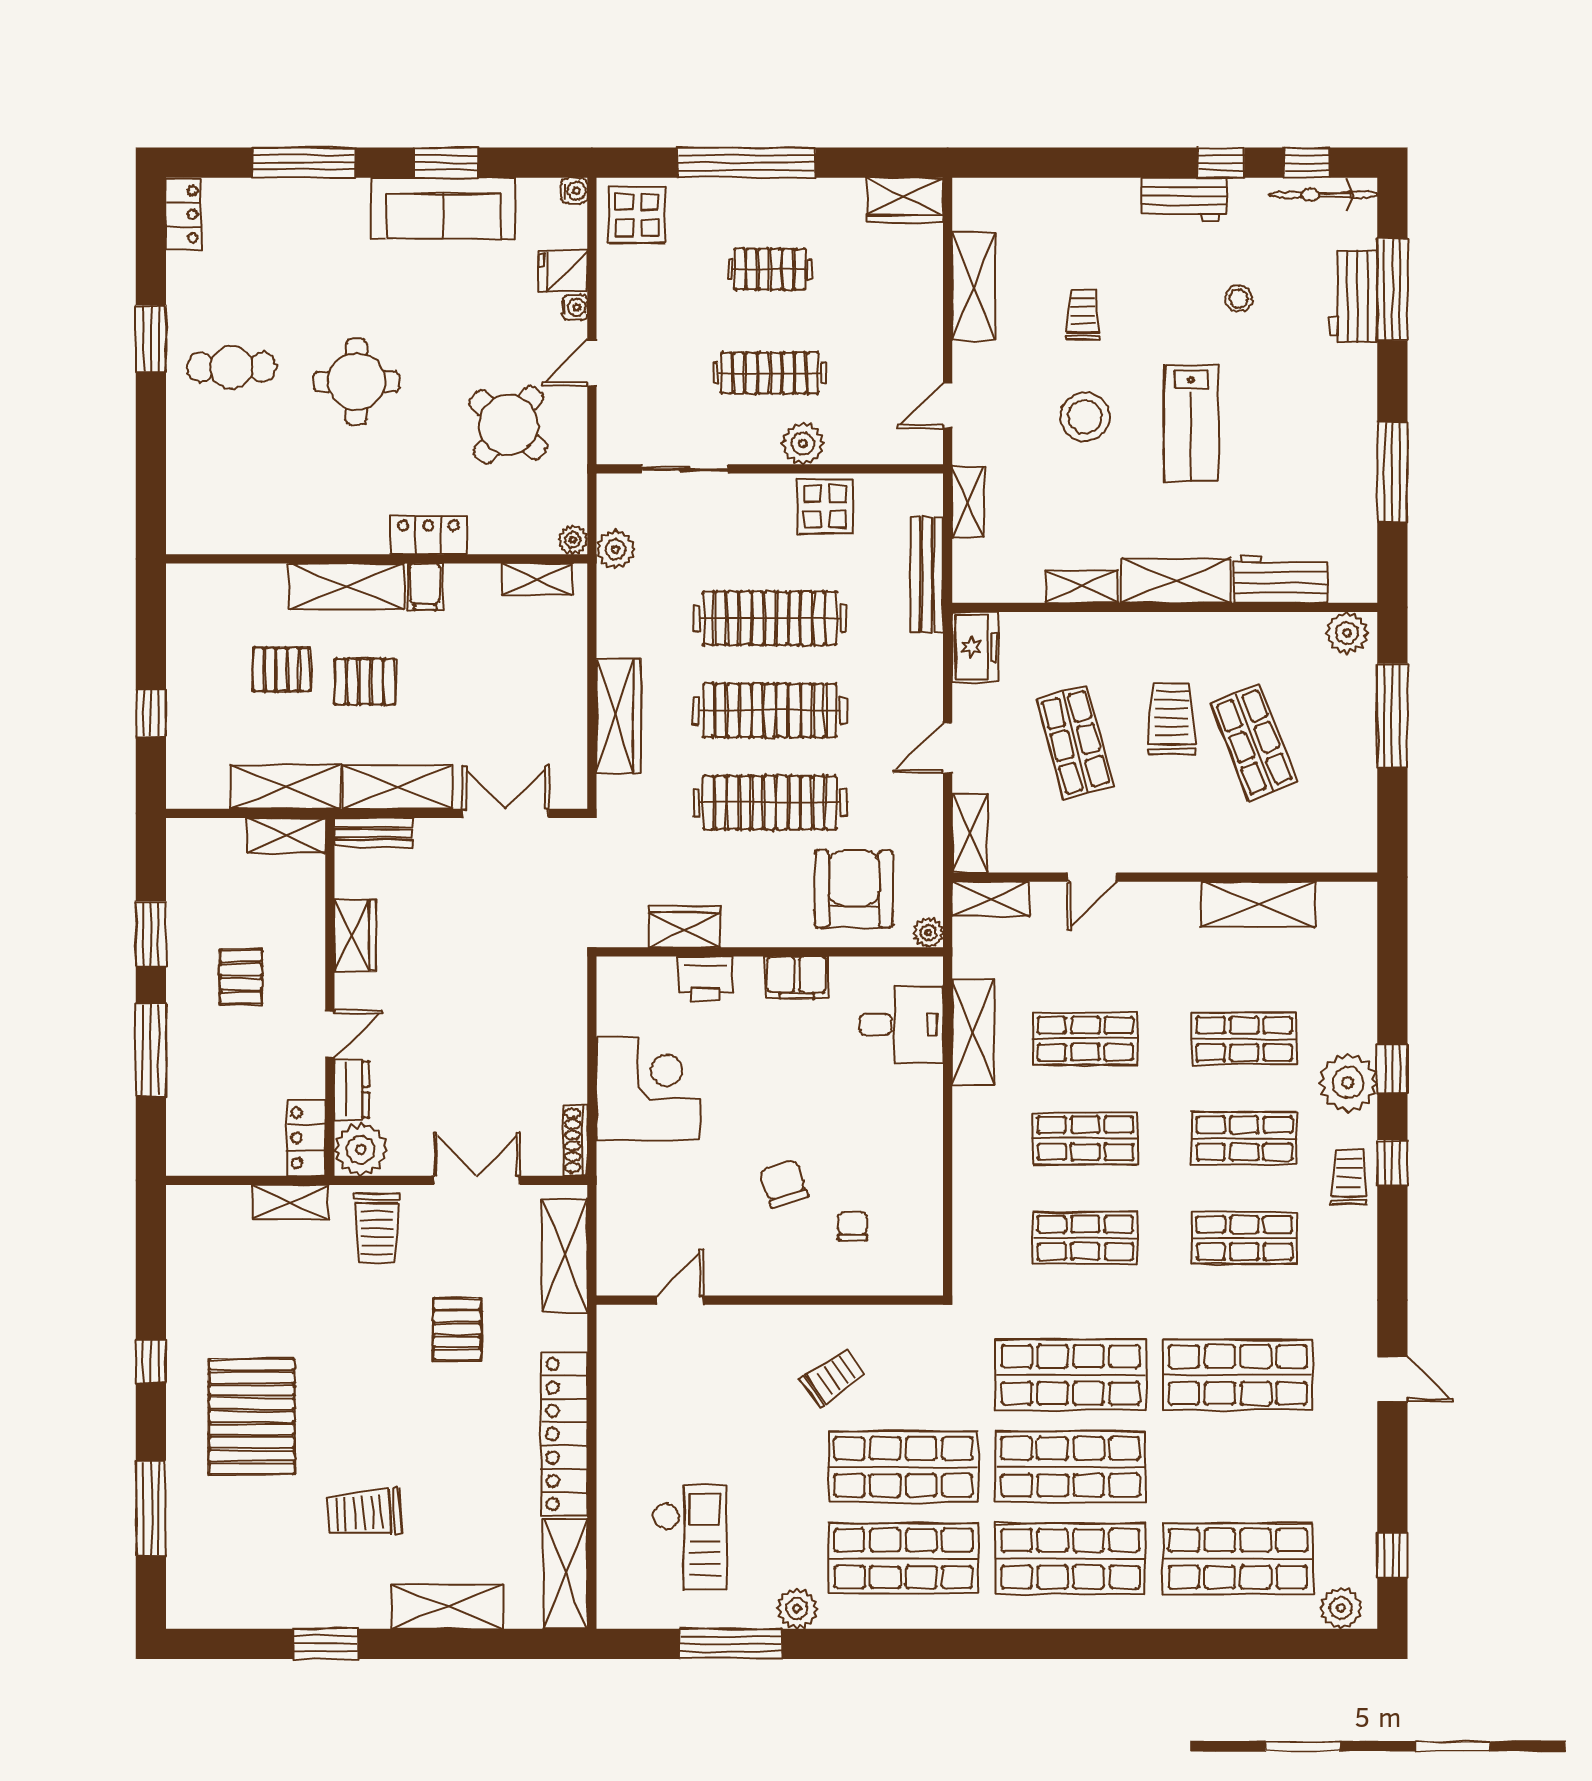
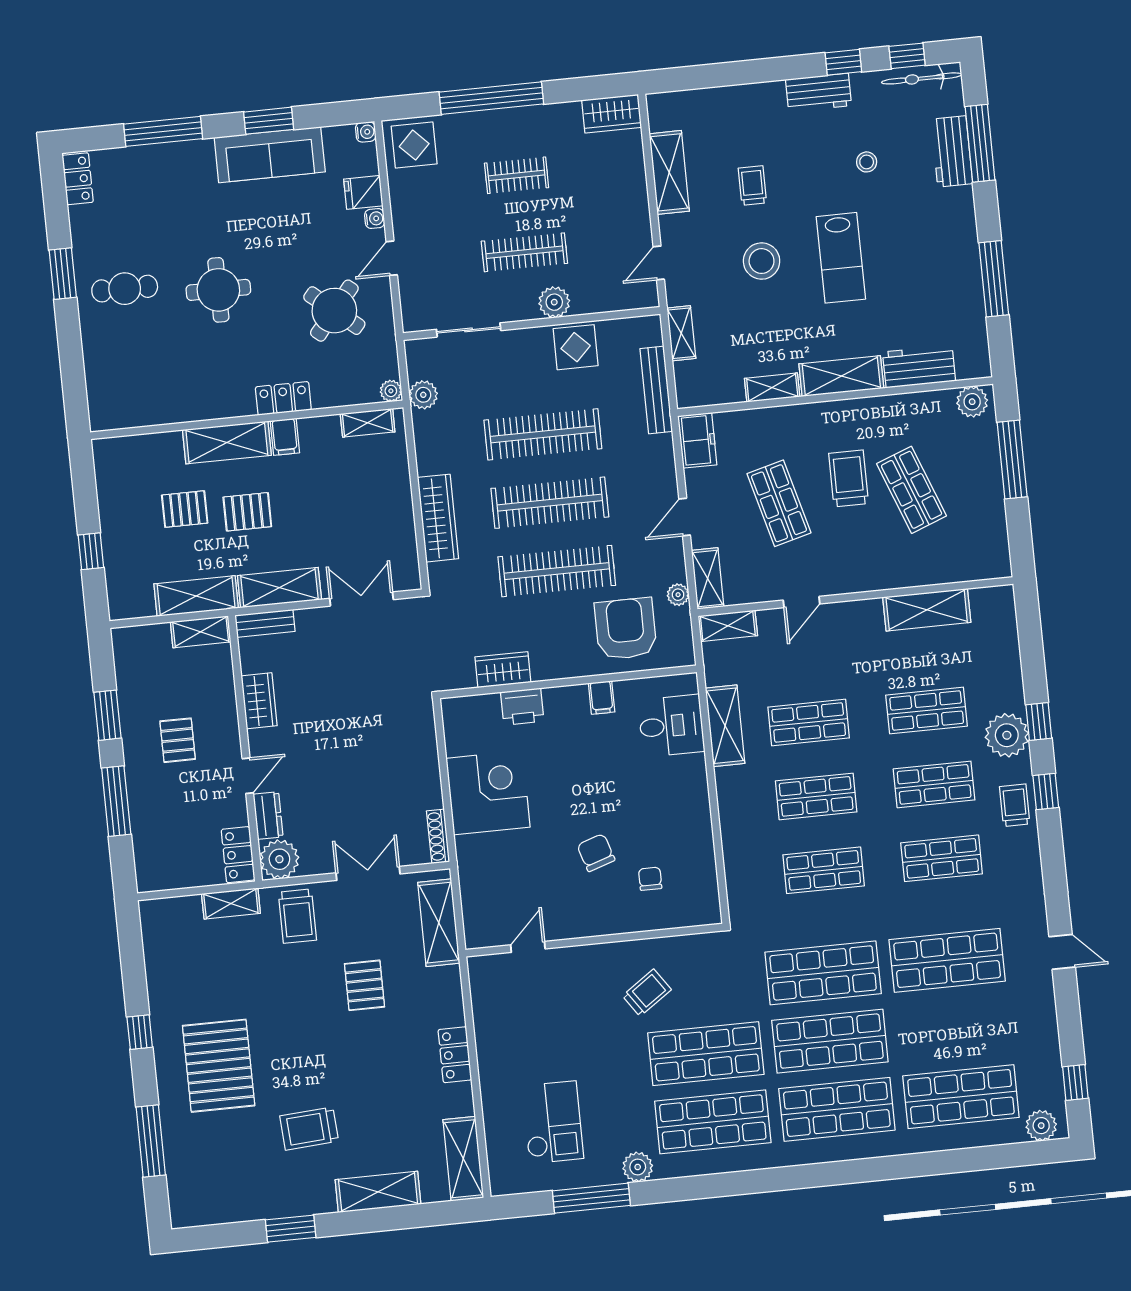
plant: (928, 933) -> (678, 595), moved
filing cabinet: (797, 977) -> (602, 698), width x0.50
locker: (564, 1434) -> (455, 1055), width x0.46, depth x0.83

